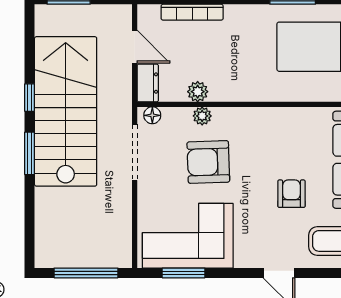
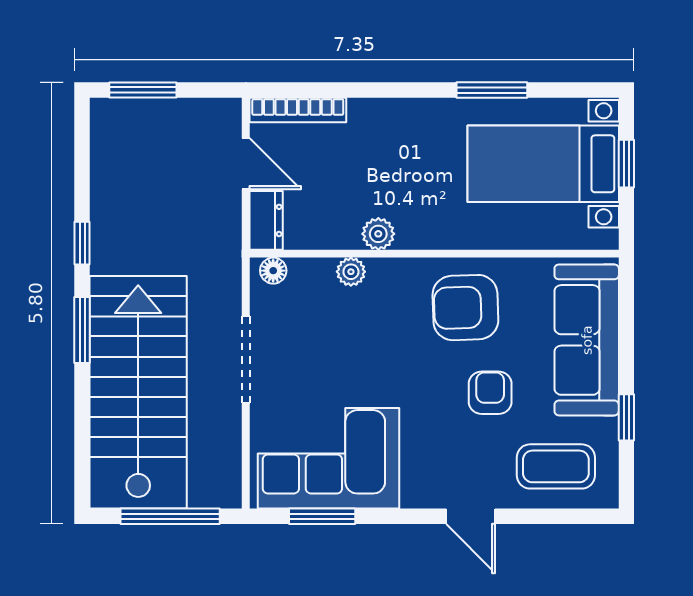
bookcase: (192, 12) -> (298, 110), moved
plant: (198, 92) -> (378, 234), moved
stairs: (66, 111) -> (138, 392), moved
doorway: (135, 152) -> (246, 360), moved
armchair: (208, 162) -> (465, 308), moved

